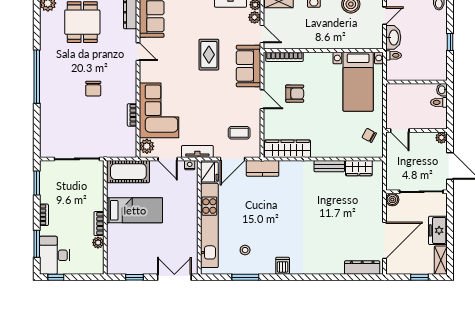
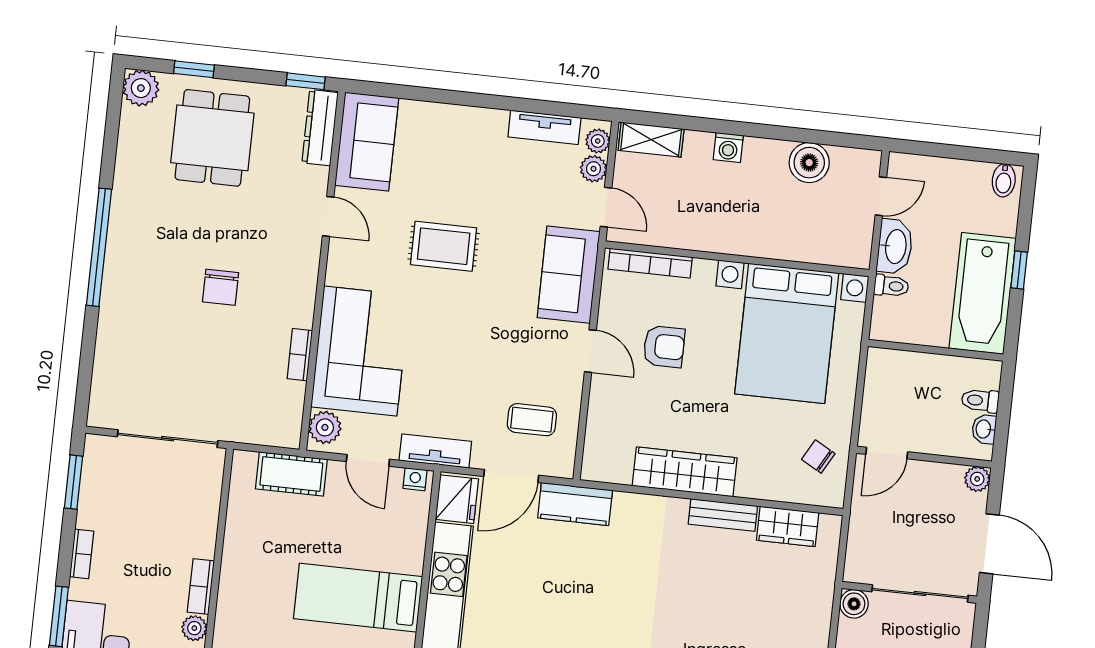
bathtub: (435, 54) -> (983, 293), added
rug: (209, 55) -> (444, 246), moved, turned 90
bed with nightstands: (358, 82) -> (787, 333), width x1.36
washbasin: (442, 90) -> (984, 429), moved
door: (400, 130) -> (887, 453), hinge flipped
wardrobe: (288, 149) -> (685, 472), moved
cot: (128, 172) -> (291, 474), width x0.73, depth x0.75
bed: (135, 210) -> (358, 598), moved, turned 180

